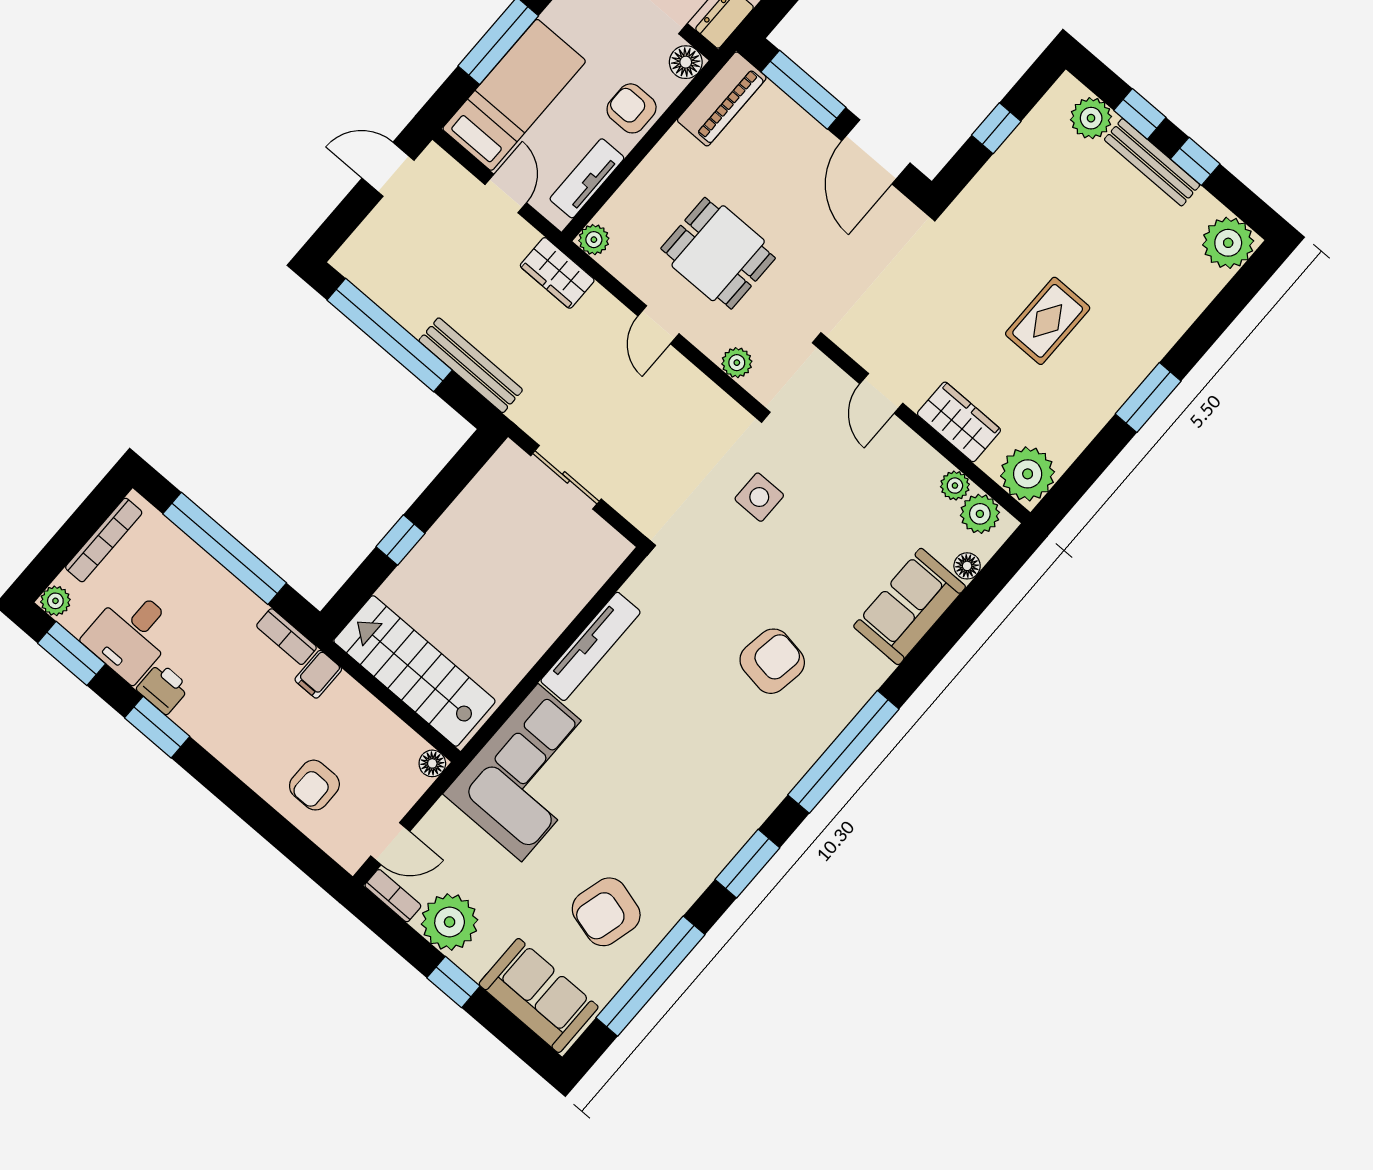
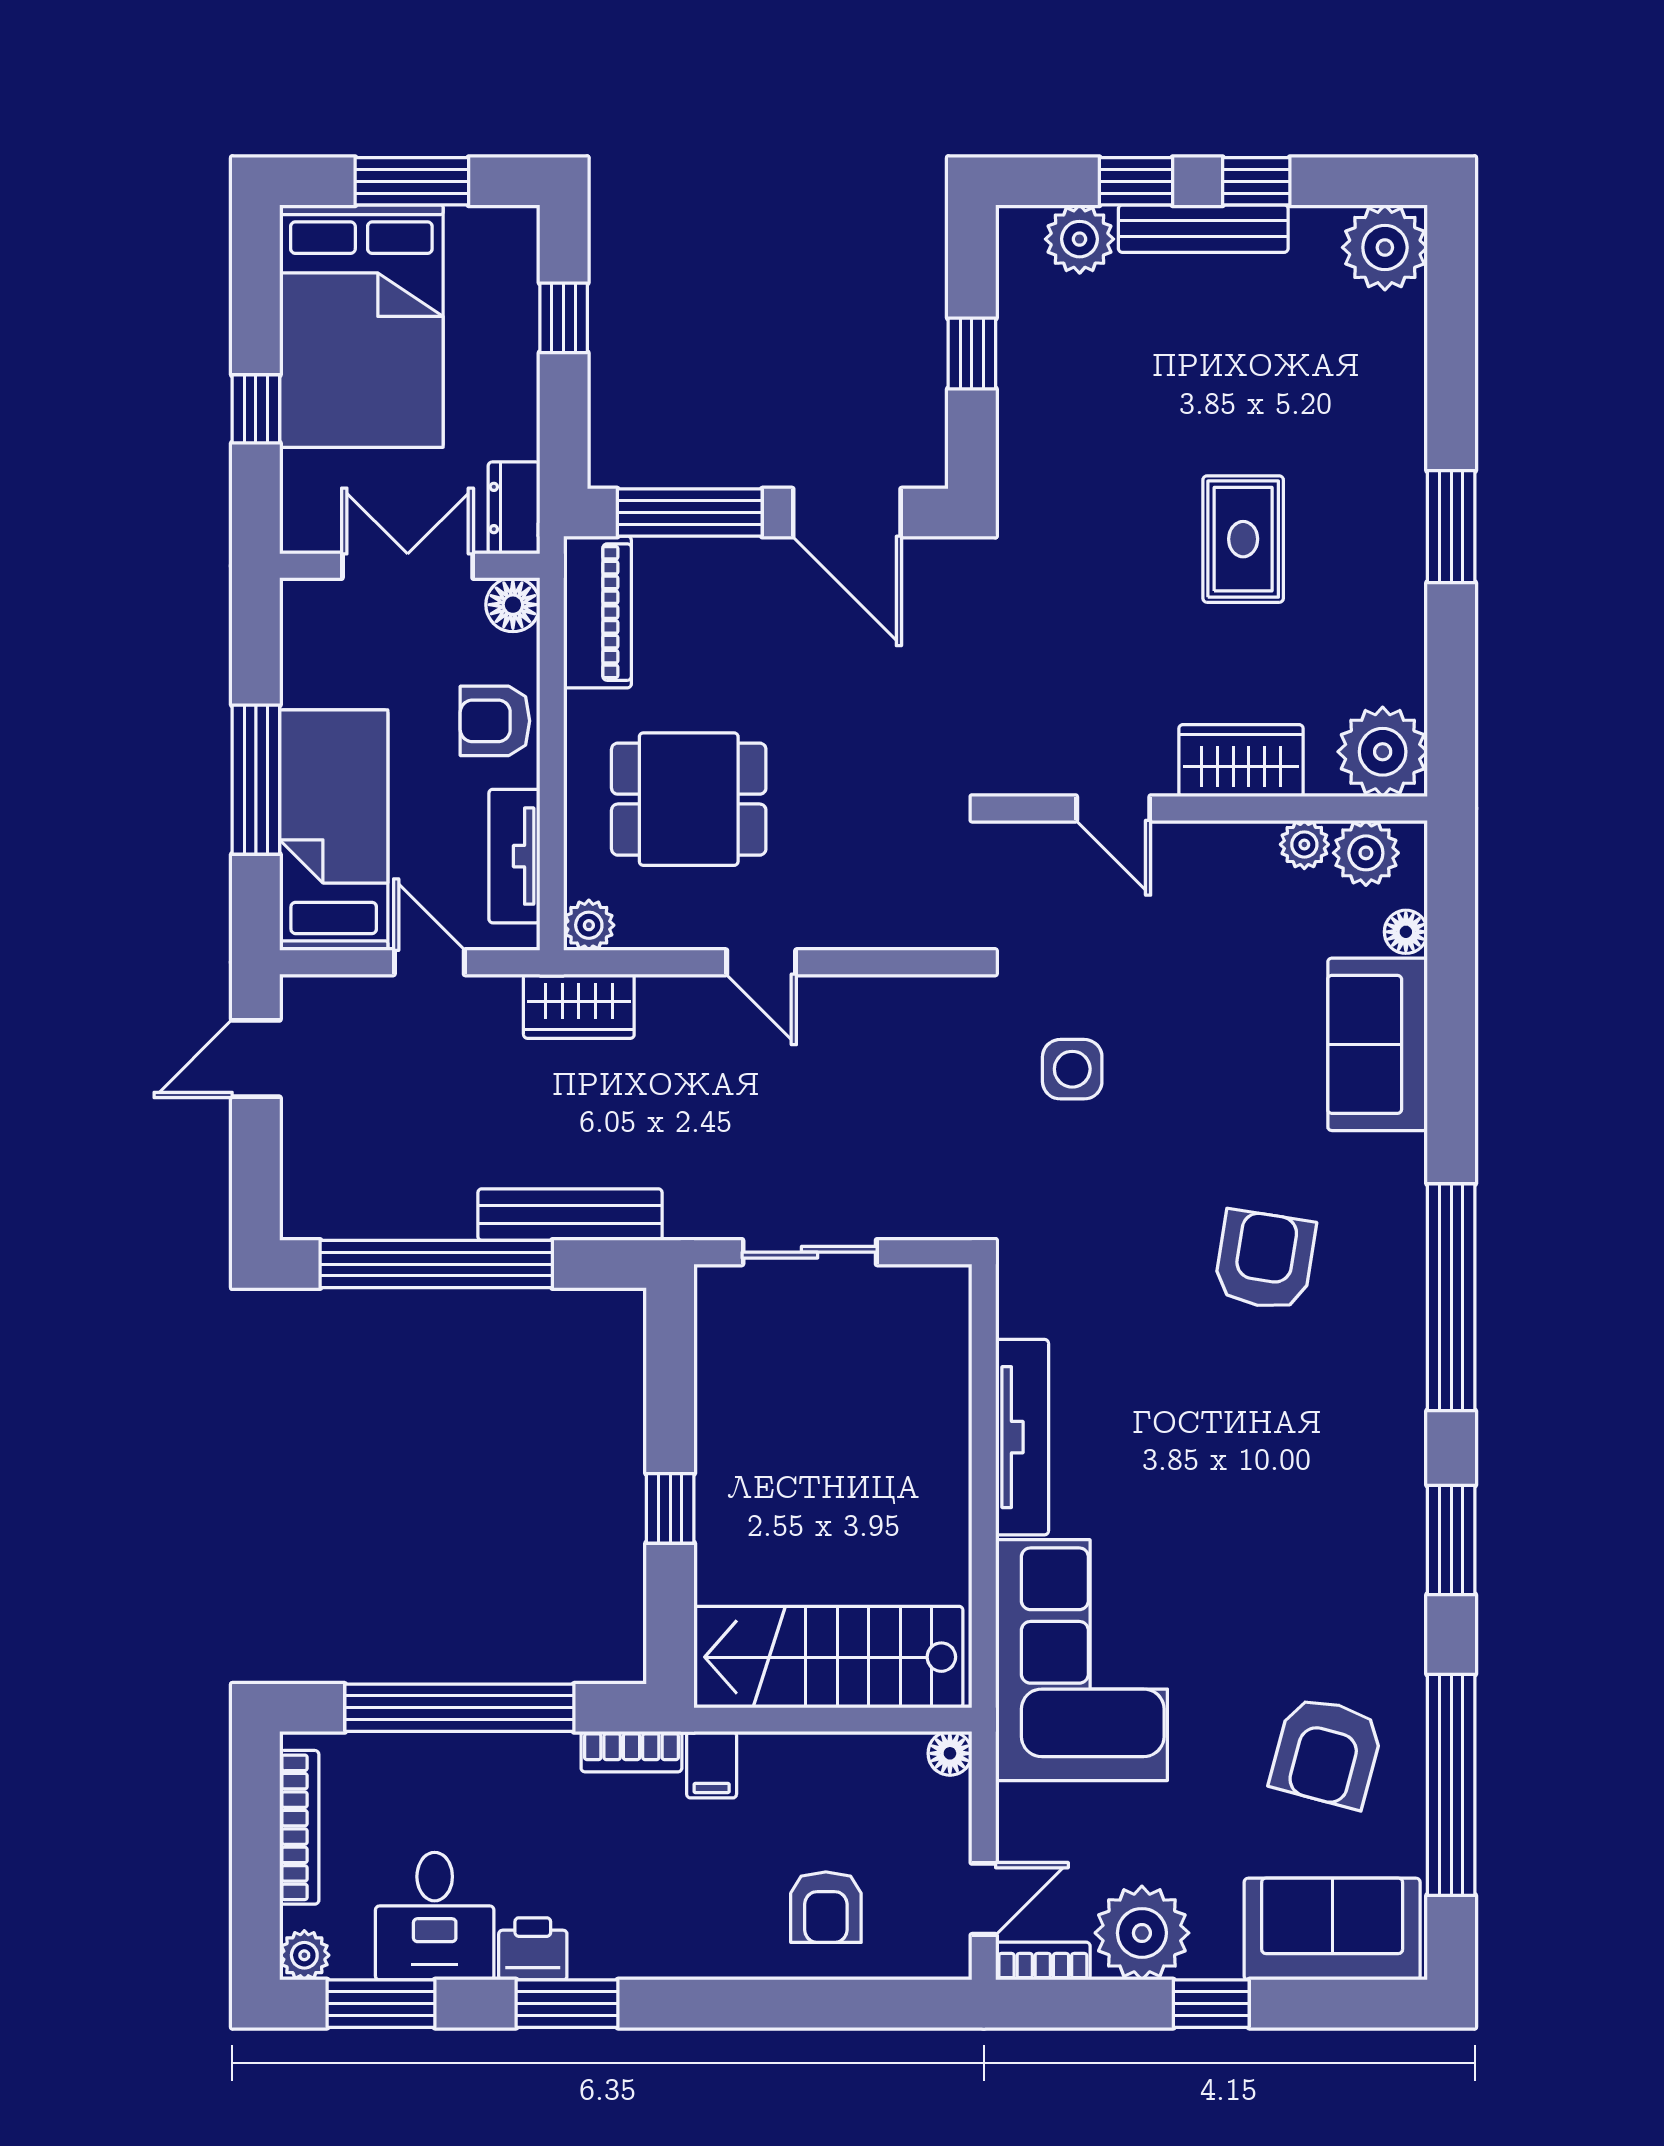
dining table: (718, 253) -> (689, 799), moved
plant: (737, 363) -> (900, 925), removed

